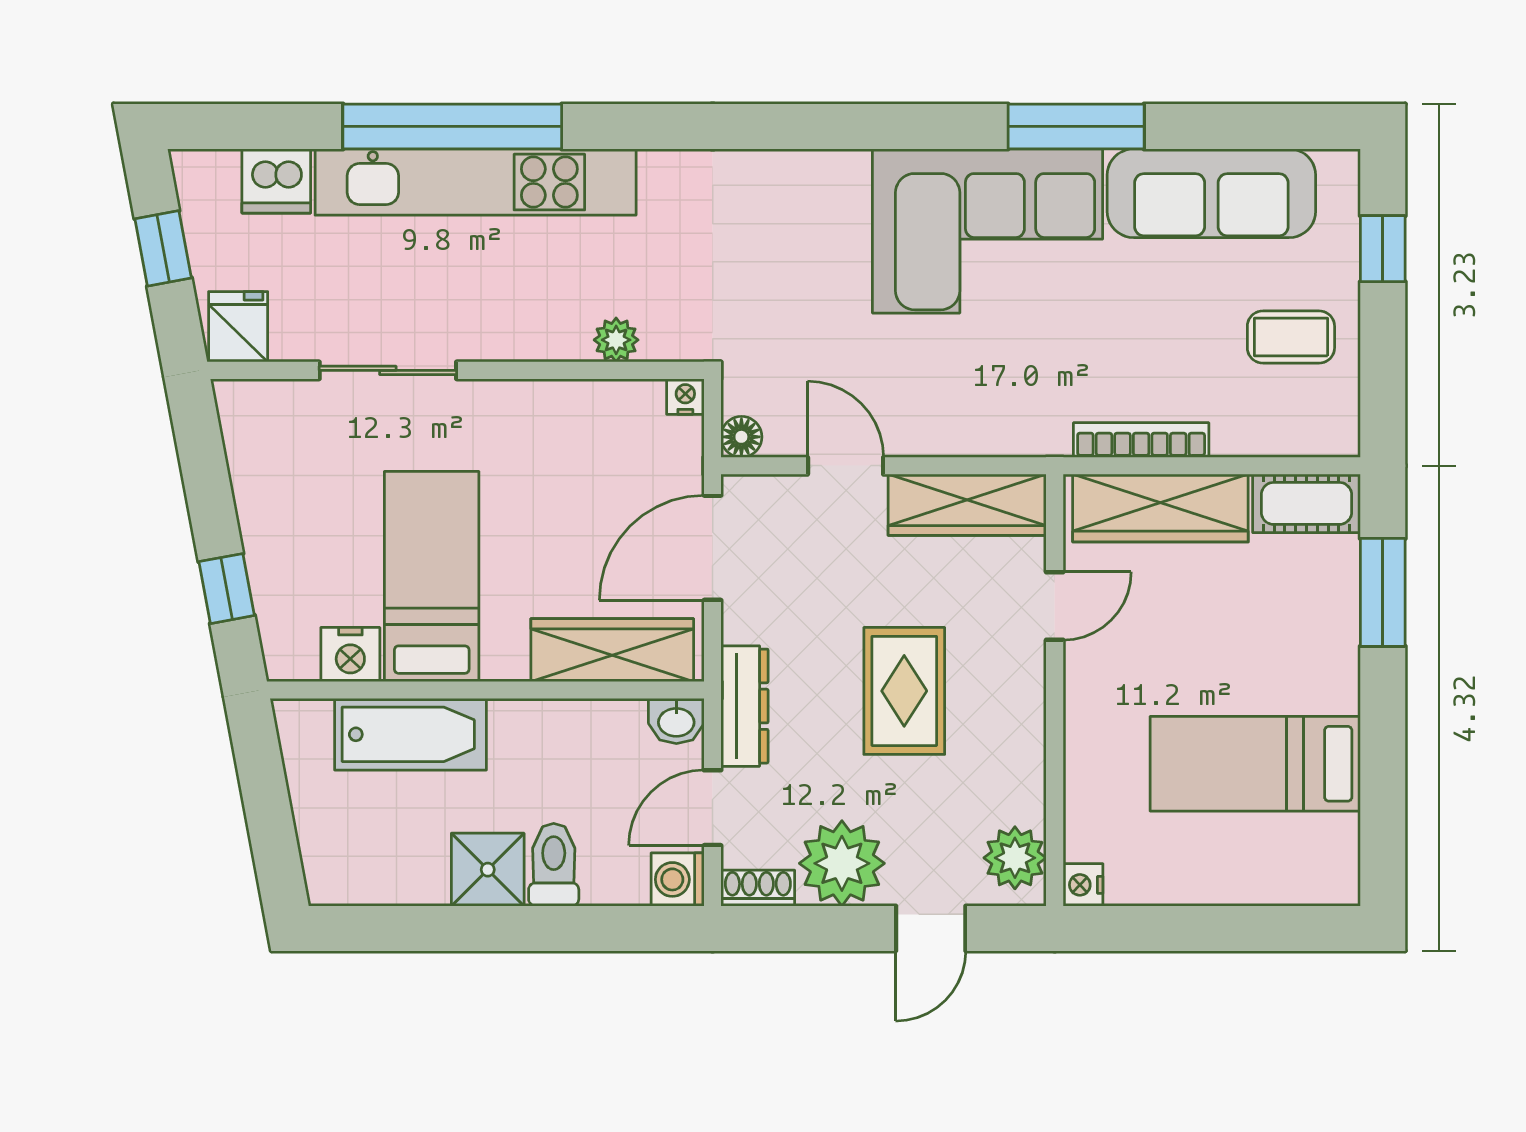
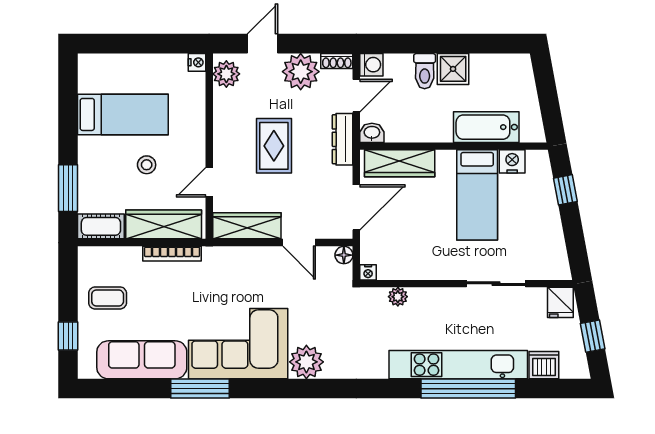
plant: (829, 188) -> (306, 362), added
stool: (1200, 647) -> (147, 165), added

